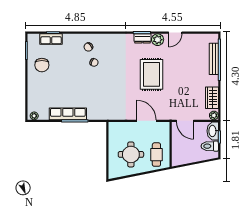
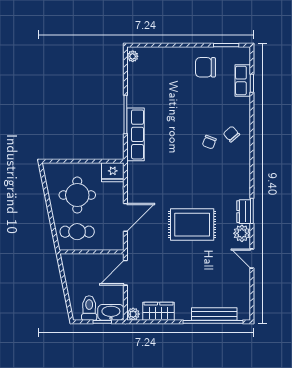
row of seats: (68, 114) -> (136, 134), moved
fridge: (115, 130) -> (113, 172), added

